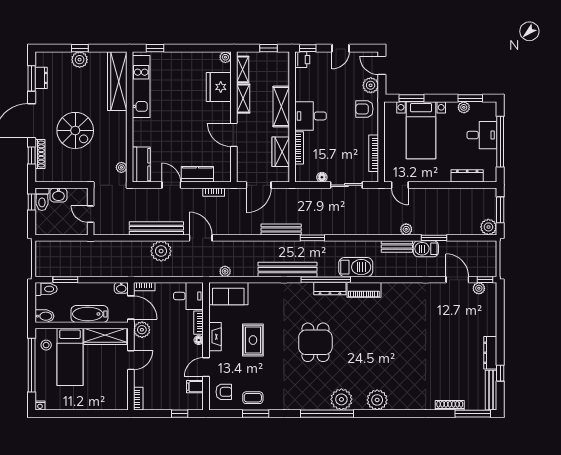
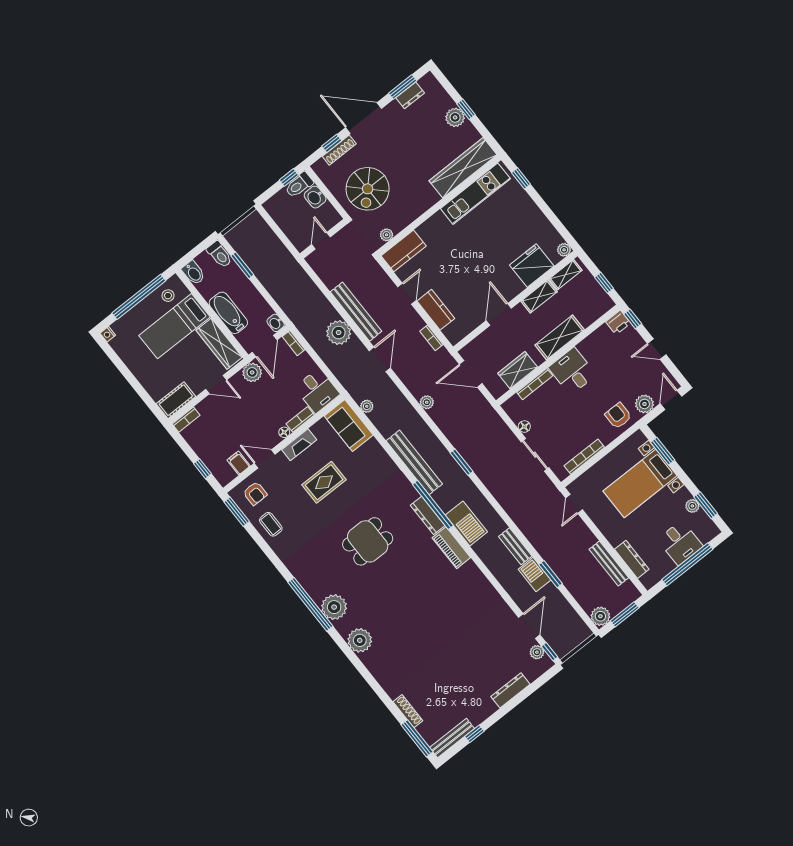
spiral stairs: (75, 130) -> (368, 189), moved
bench: (281, 229) -> (609, 564), moved
plant: (406, 229) -> (427, 402), moved
dresser: (490, 353) -> (510, 690), moved
cot: (120, 395) -> (176, 400), added
window: (256, 414) -> (237, 512), moved

